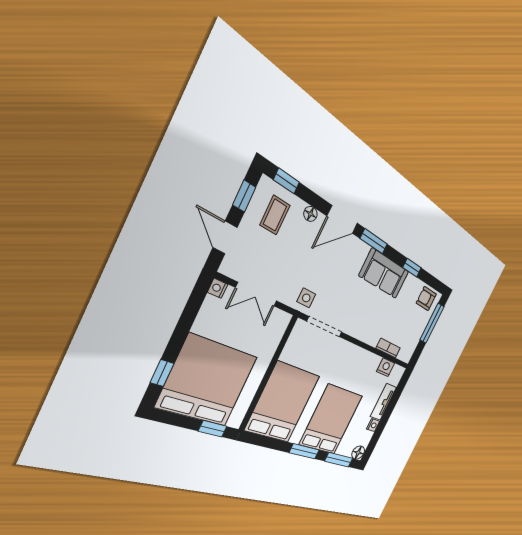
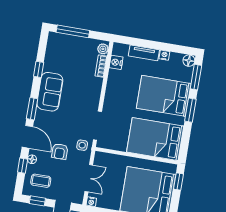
window: (287, 181) -> (23, 166), moved
armchair: (426, 299) -> (60, 151), moved
plant: (404, 354) -> (103, 49), added

